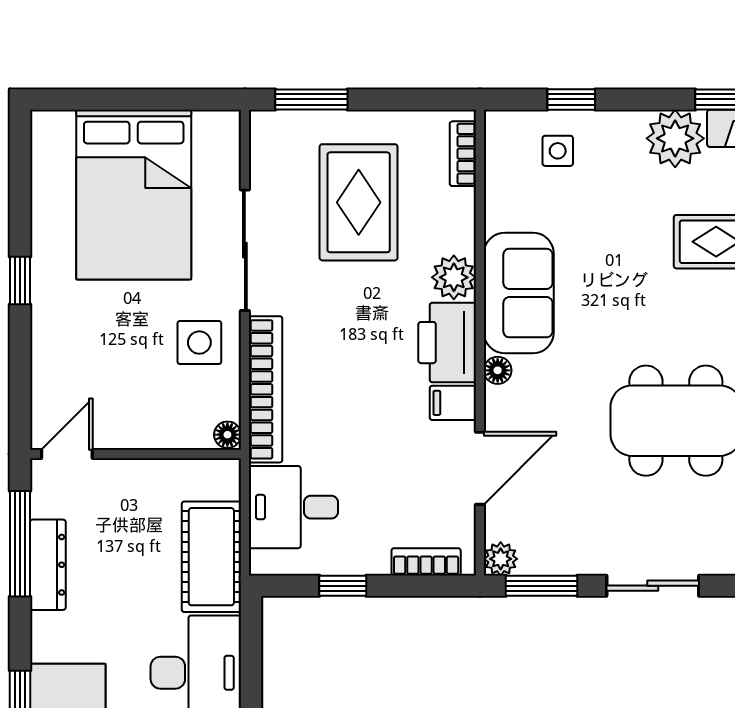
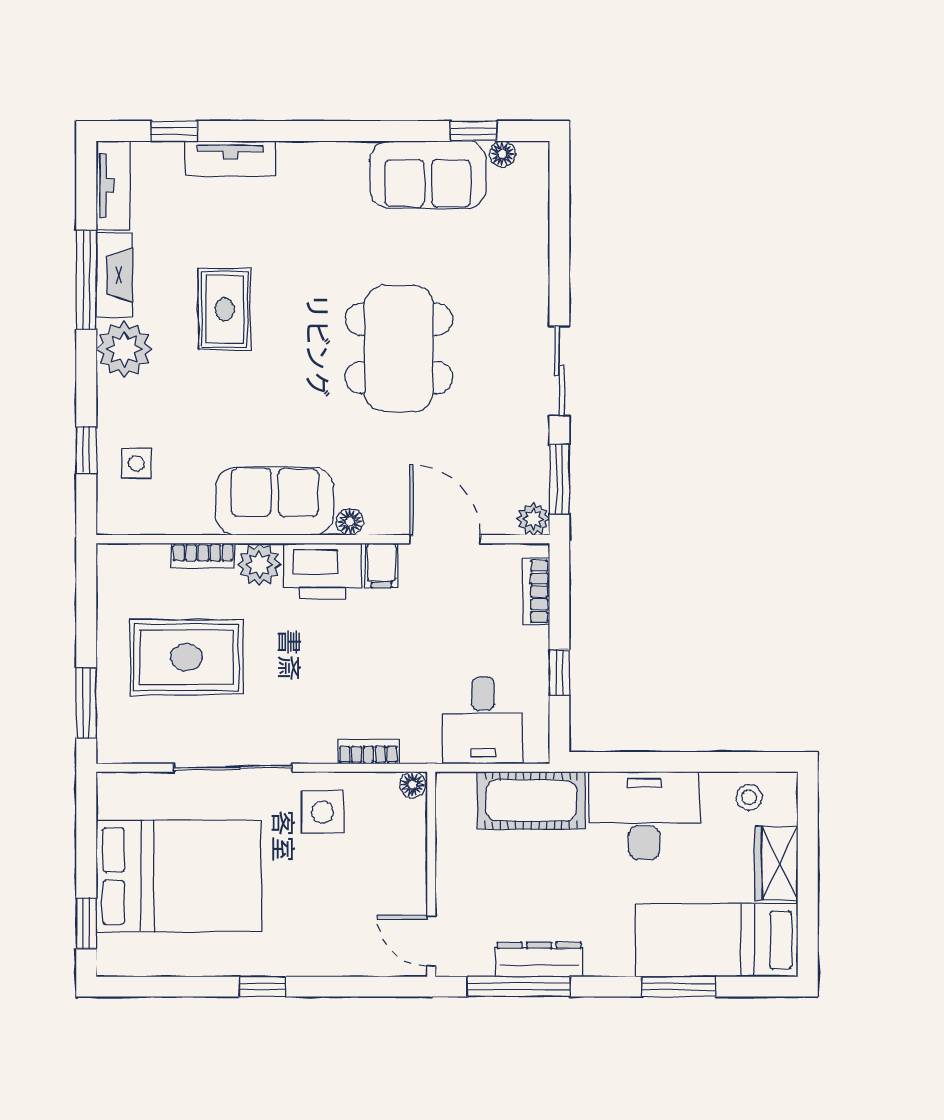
window: (85, 99) -> (86, 923), added
bookcase: (463, 154) -> (203, 556), moved
bookcase: (266, 389) -> (368, 752), width x0.43, depth x0.76

